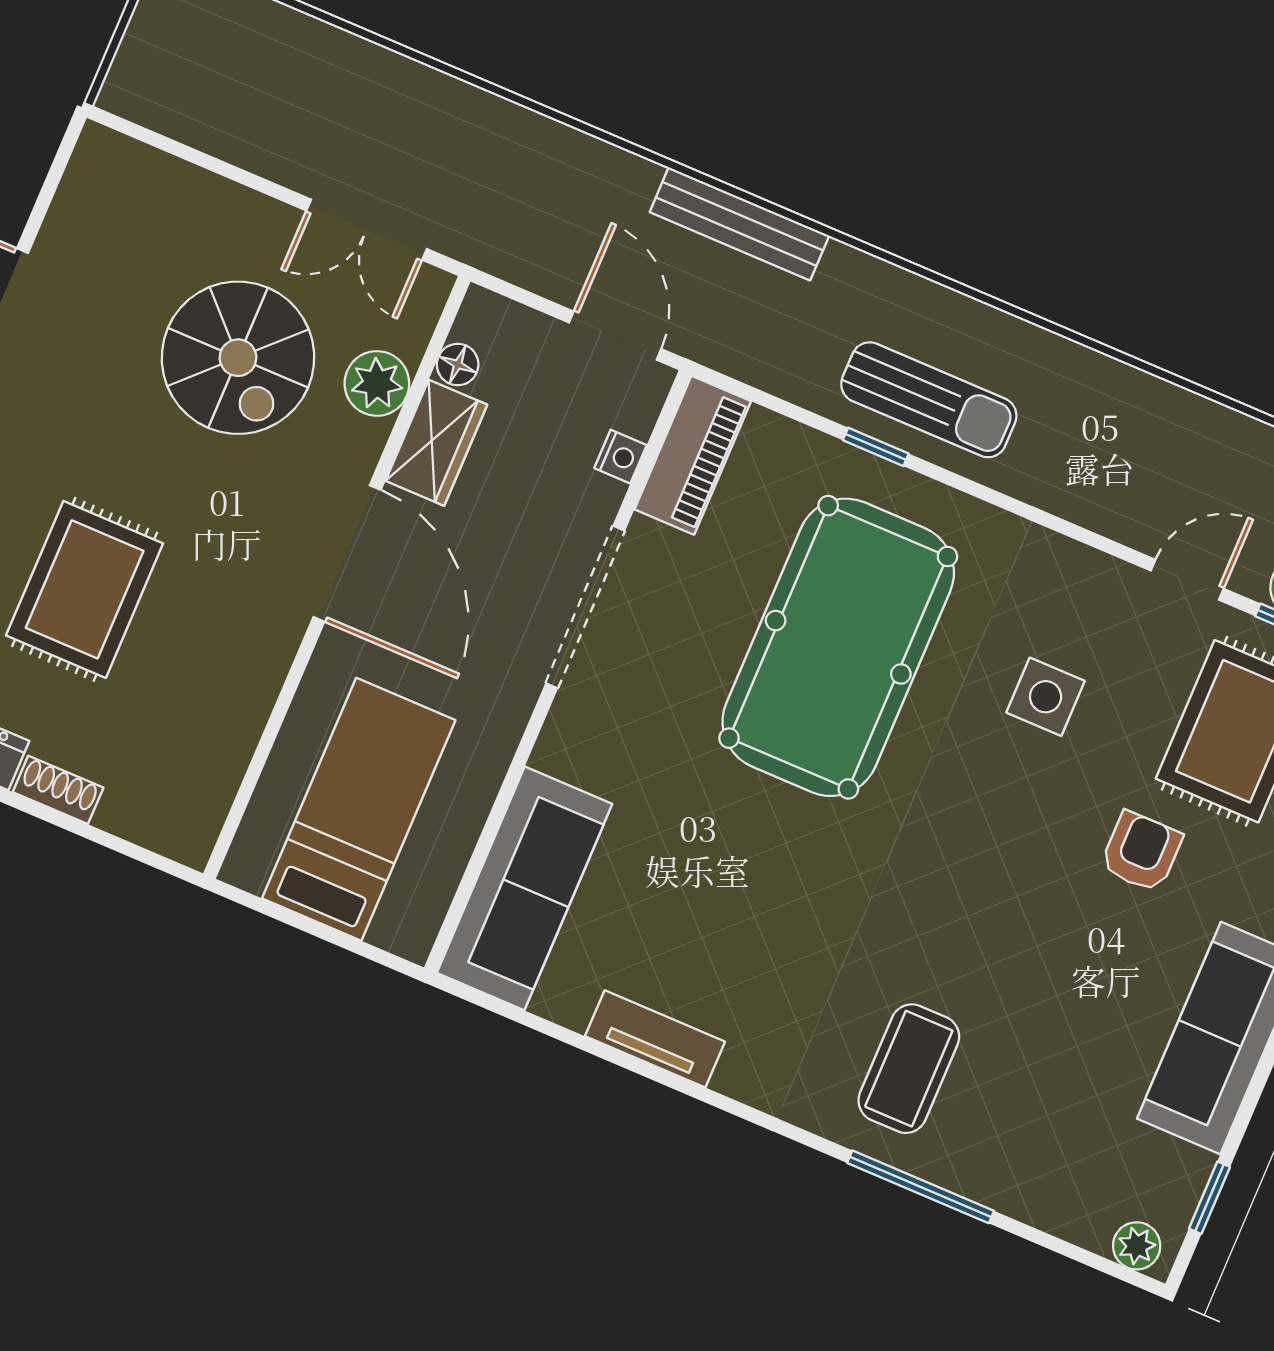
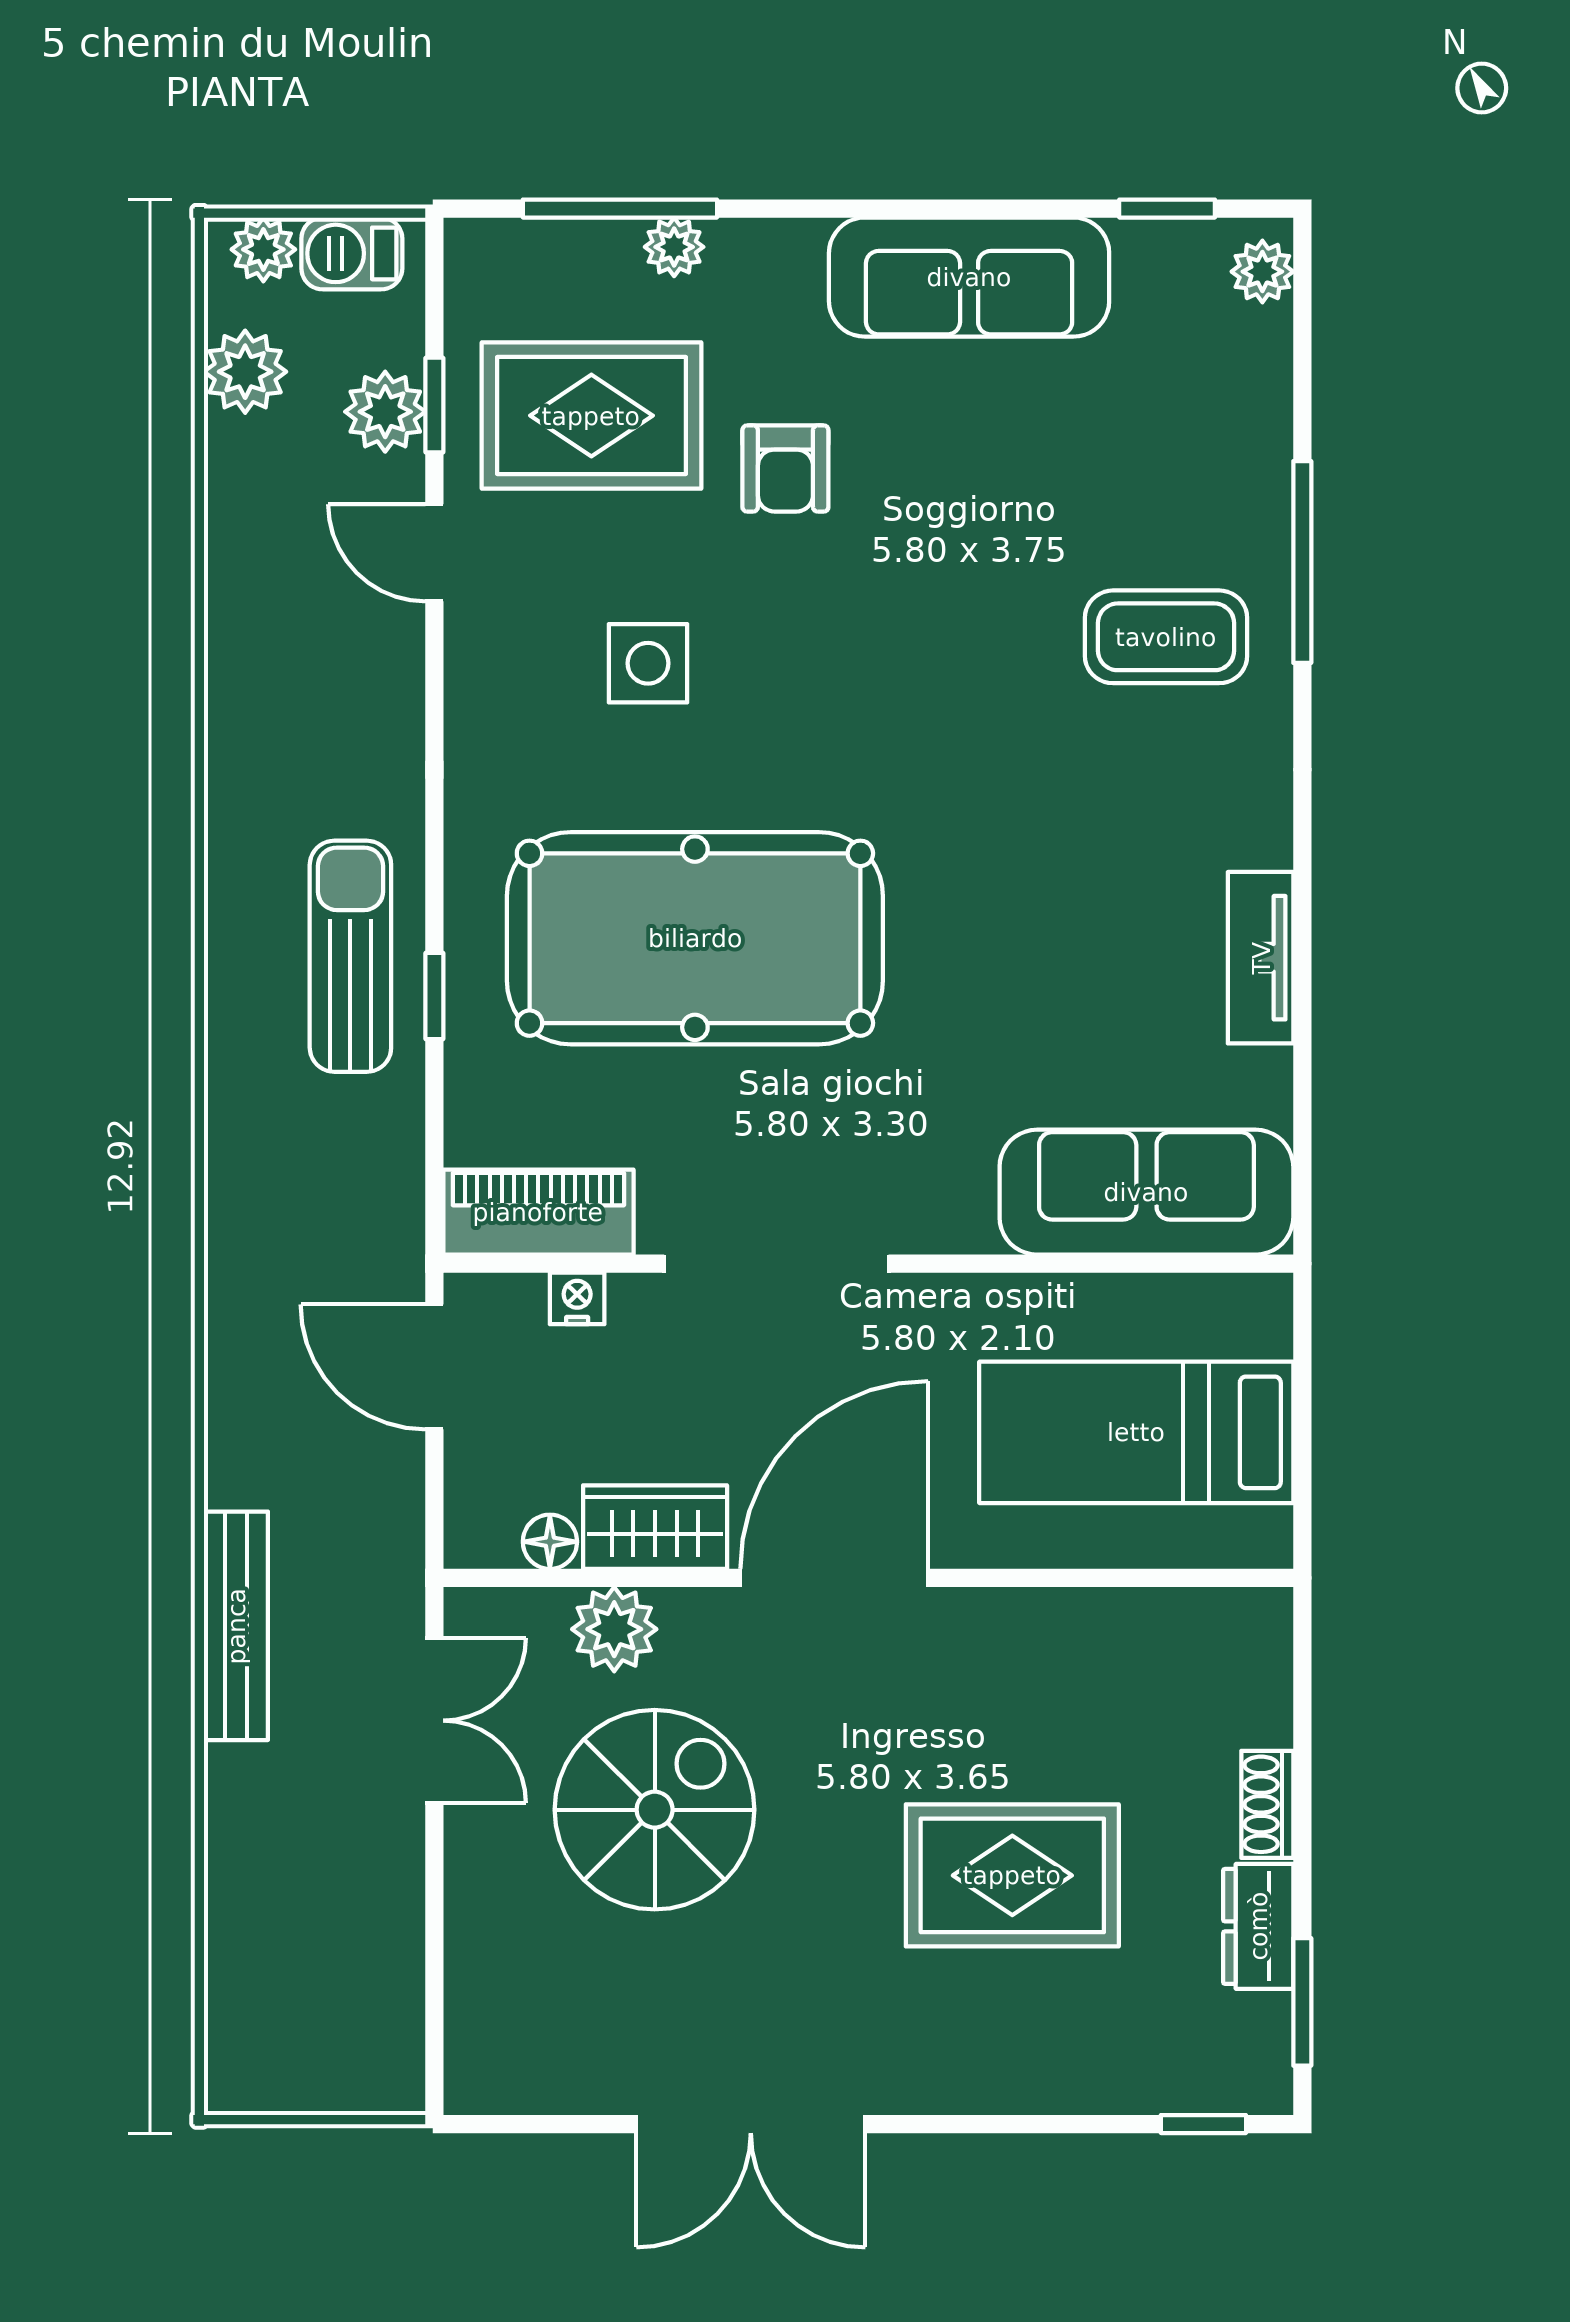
bench: (739, 224) -> (236, 1626), moved
door: (615, 336) -> (434, 1367), hinge flipped
armchair: (1141, 852) -> (785, 469), turned -90

